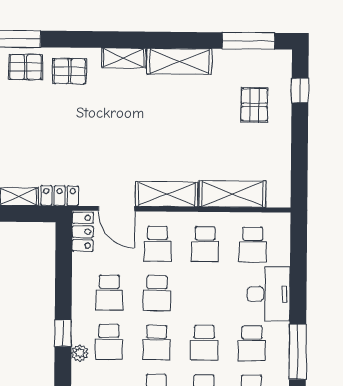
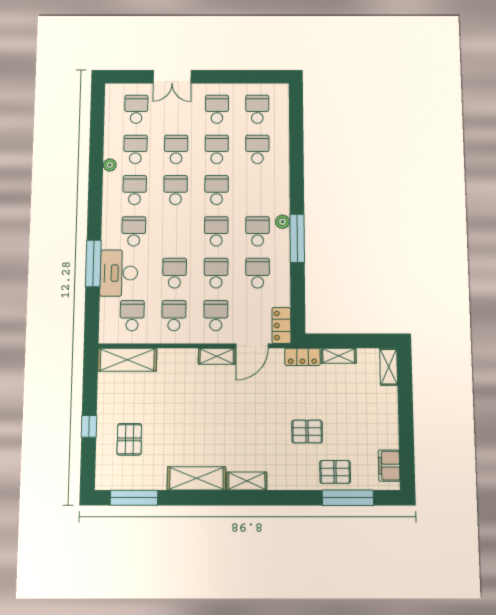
pallet: (70, 71) -> (307, 432), moved
window: (300, 90) -> (89, 426), moved
shelving: (167, 194) -> (217, 356), width x0.67, depth x0.75
shelving: (232, 194) -> (127, 360), moved
door: (116, 209) -> (252, 346), swing flipped
window: (63, 333) -> (297, 238), width x2.17
school desk: (204, 343) -> (175, 273), moved
window: (298, 352) -> (93, 263), moved

